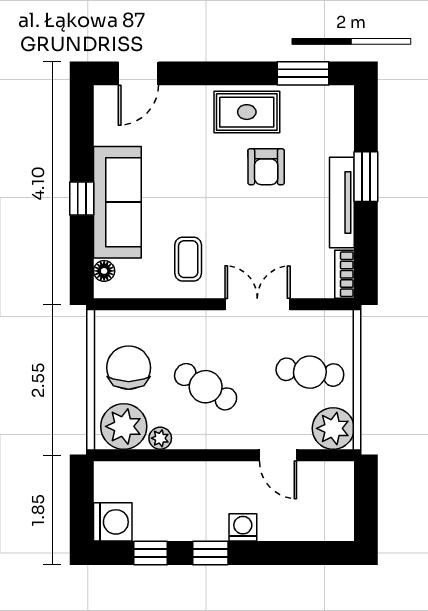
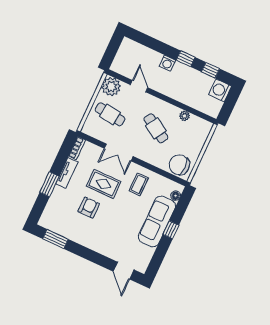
door: (138, 73) -> (124, 271), swing flipped
rug: (247, 112) -> (104, 184), moved
tv unit: (342, 202) -> (67, 173), width x0.71
chair: (129, 368) -> (179, 165), moved, turned 90
plant: (124, 426) -> (197, 128), removed

